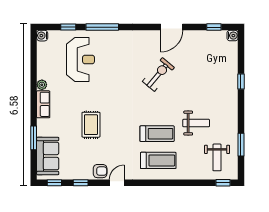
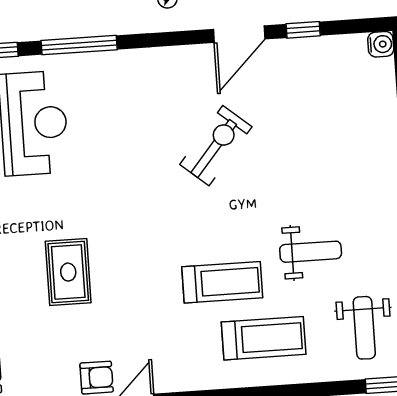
window: (214, 27) -> (303, 30), moved
treadmill: (158, 160) -> (264, 338), moved

